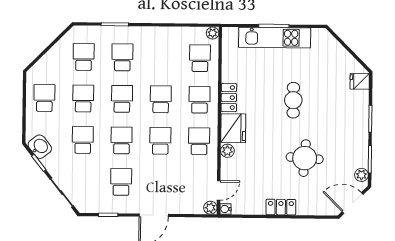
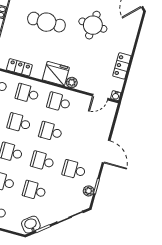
locker: (229, 98) -> (19, 67), moved
cafe table: (293, 100) -> (46, 22), width x1.37, depth x1.35
door: (219, 190) -> (100, 97), swing flipped
locker: (281, 207) -> (122, 66), moved
plant: (210, 208) -> (89, 191), moved

